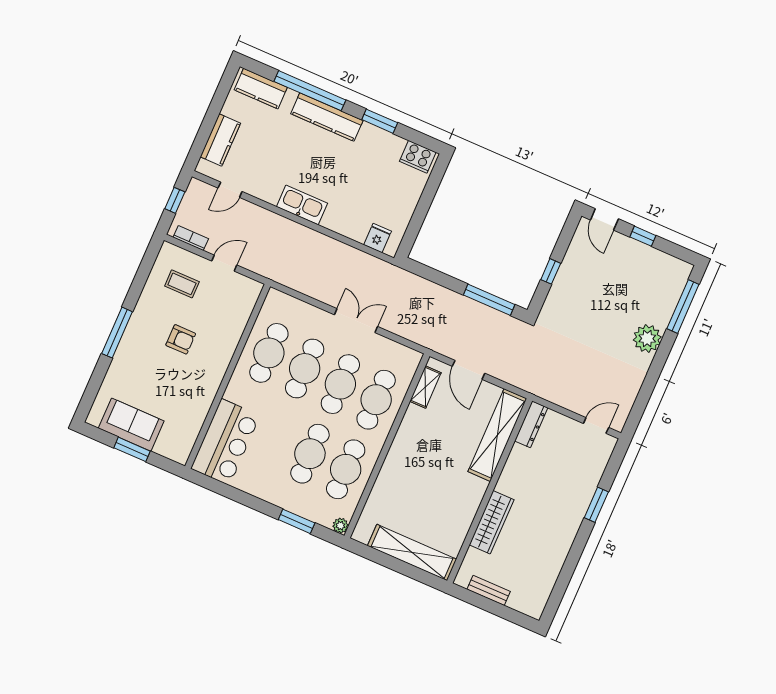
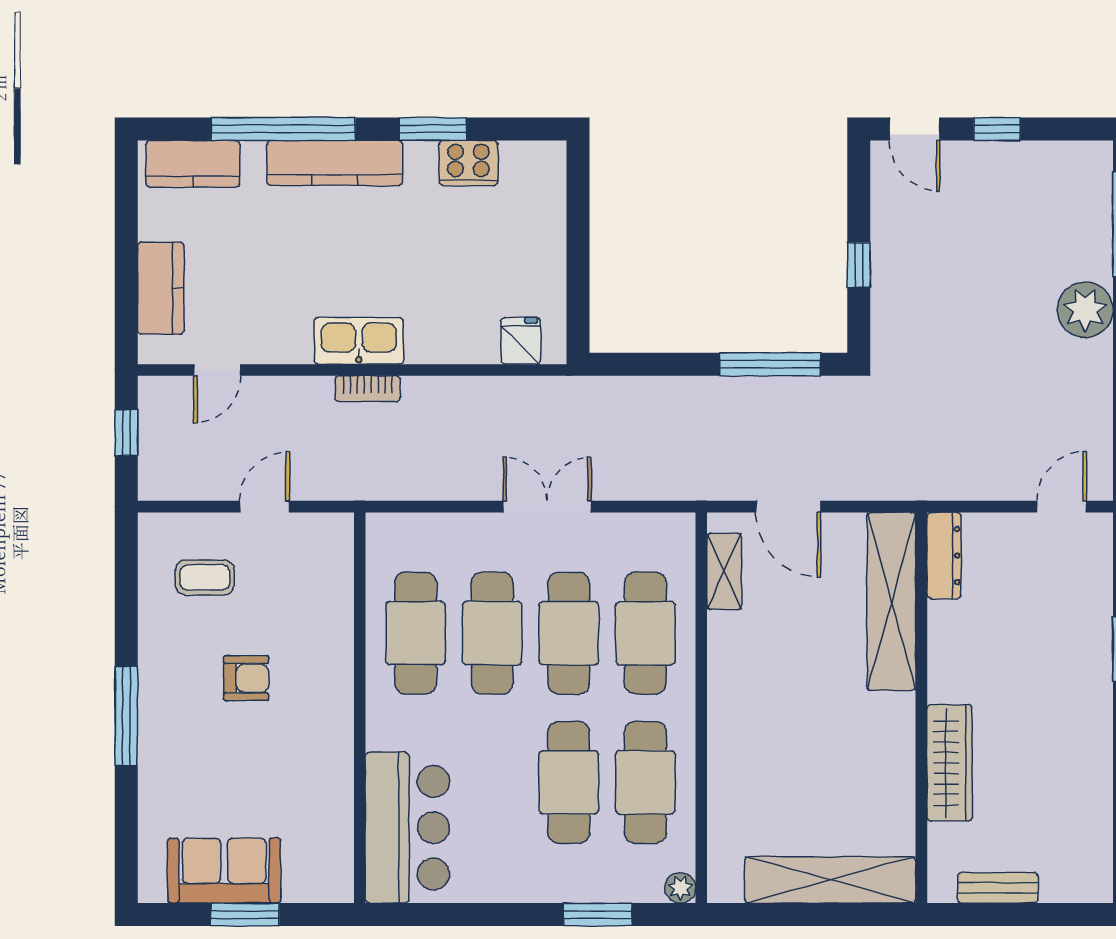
cooker: (418, 157) -> (468, 163), moved
bookcase: (191, 238) -> (368, 389), moved, turned 180

